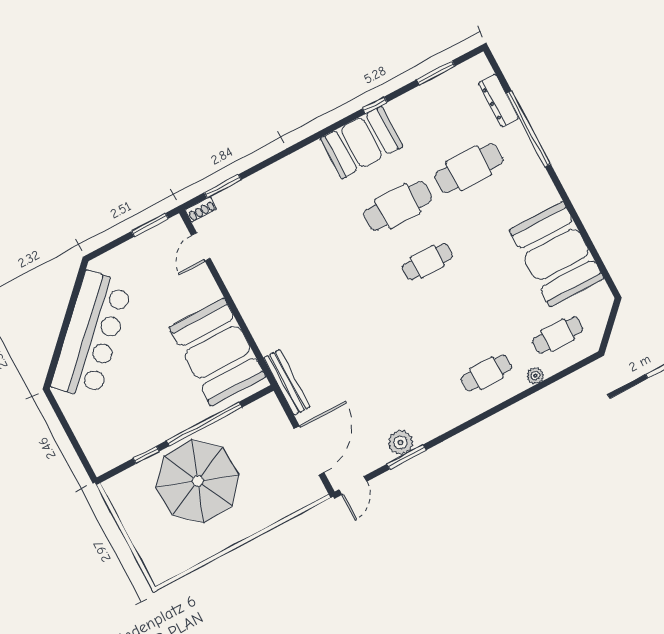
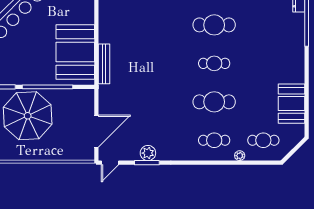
cafe table: (469, 168) -> (214, 102), moved
booth: (557, 254) -> (291, 104), width x0.73, depth x0.70
bench: (287, 382) -> (104, 64), moved

